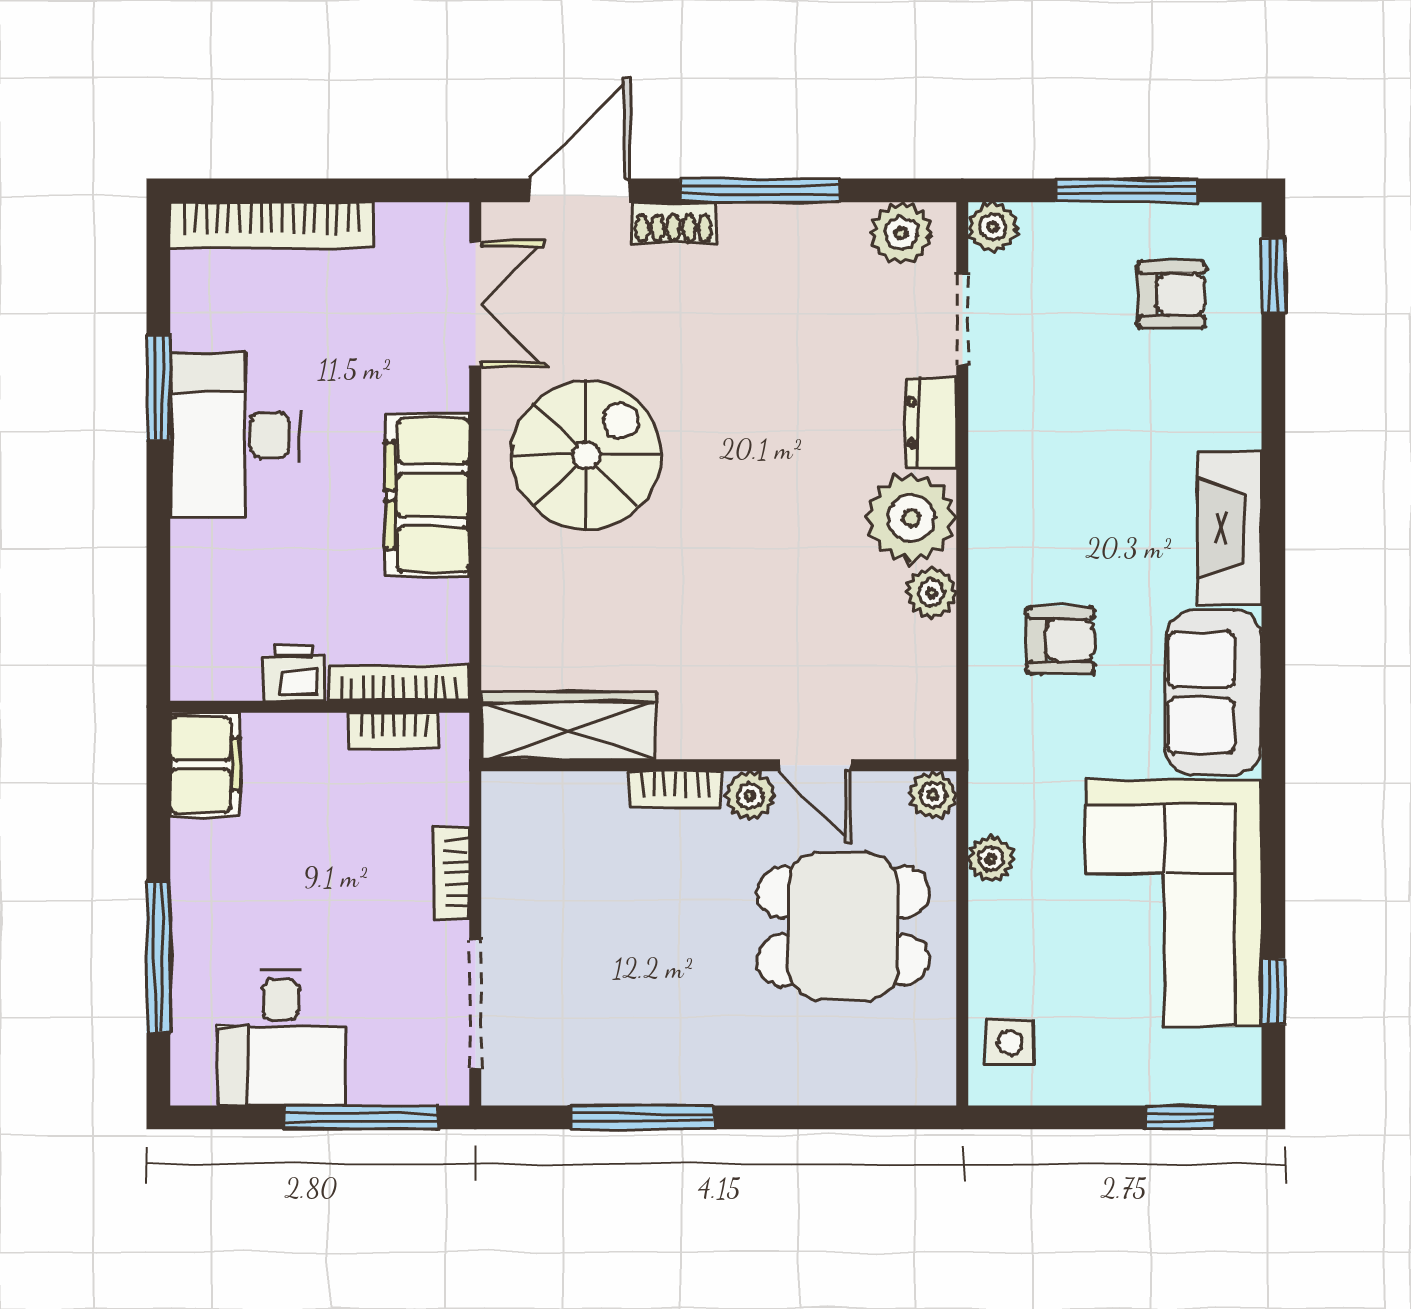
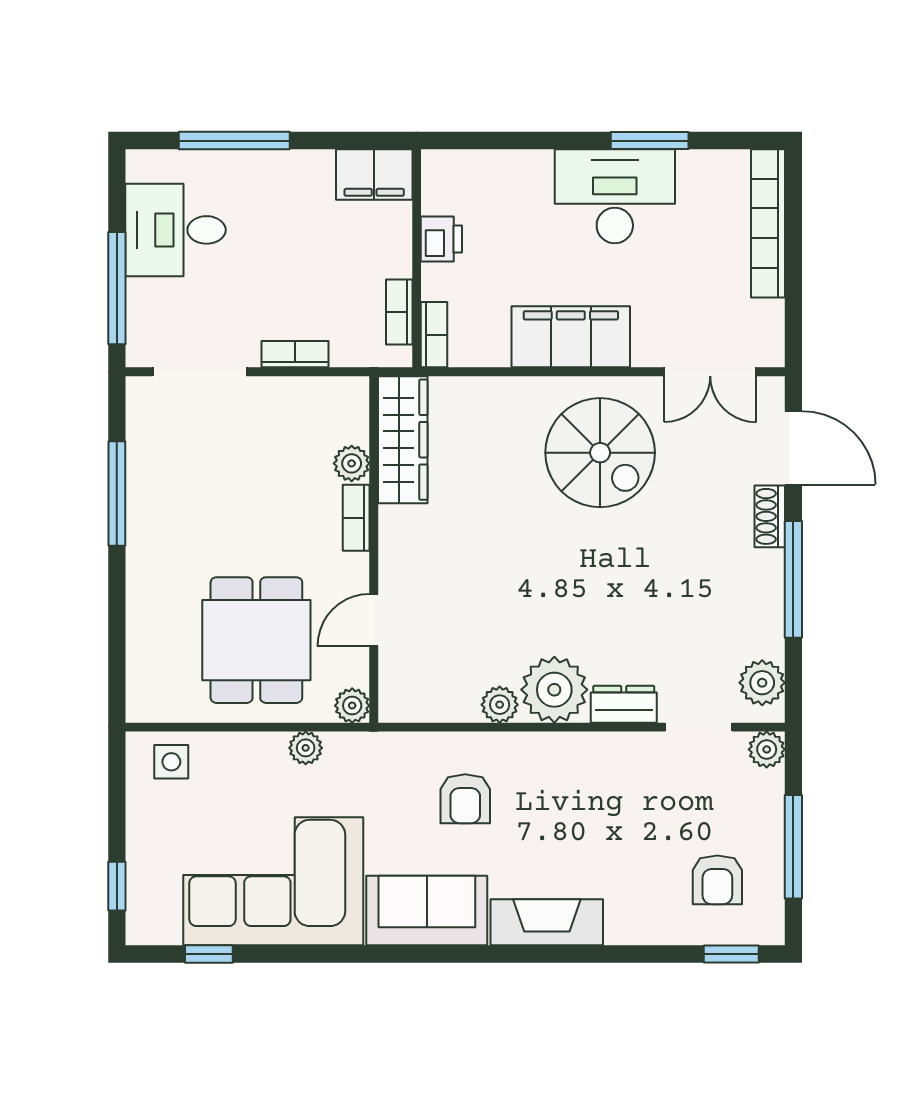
bookcase: (399, 683) -> (434, 335), width x0.64
plant: (750, 796) -> (352, 463), moved

